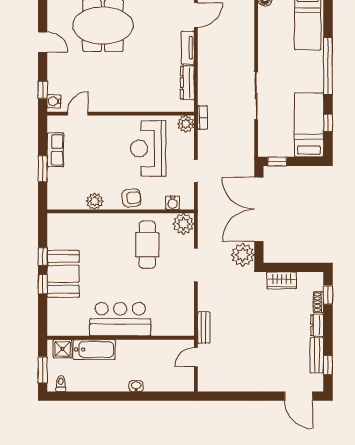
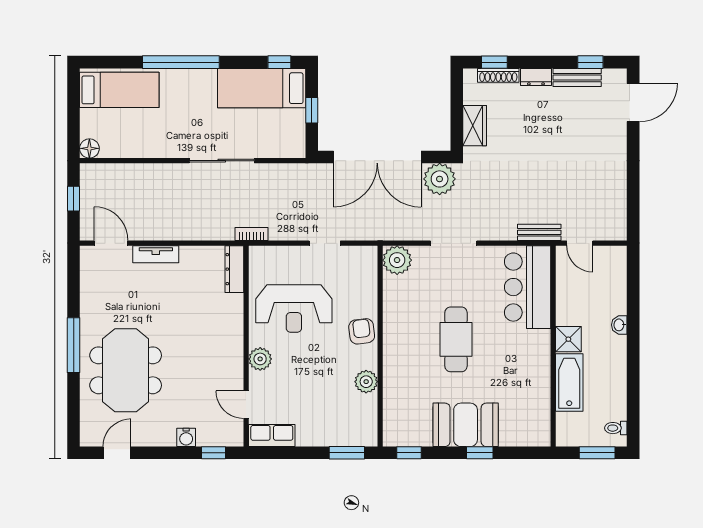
door: (43, 42) -> (117, 453), moved
dresser: (187, 83) -> (234, 269), moved, turned 90
water cooler: (54, 101) -> (186, 437), moved
window: (328, 123) -> (279, 62), moved
plant: (186, 124) -> (260, 359), moved
row of seats: (55, 150) -> (272, 436), moved
window: (277, 161) -> (312, 110), moved
window: (43, 169) -> (347, 453), moved
water cooler: (173, 203) -> (368, 275), removed
cafe table: (147, 245) -> (456, 339), moved, turned 90
window: (43, 256) -> (409, 453), moved
shoe rack: (318, 302) -> (498, 75), width x1.43
bar counter: (120, 319) -> (528, 287), moved
shower: (63, 349) -> (568, 339), moved

